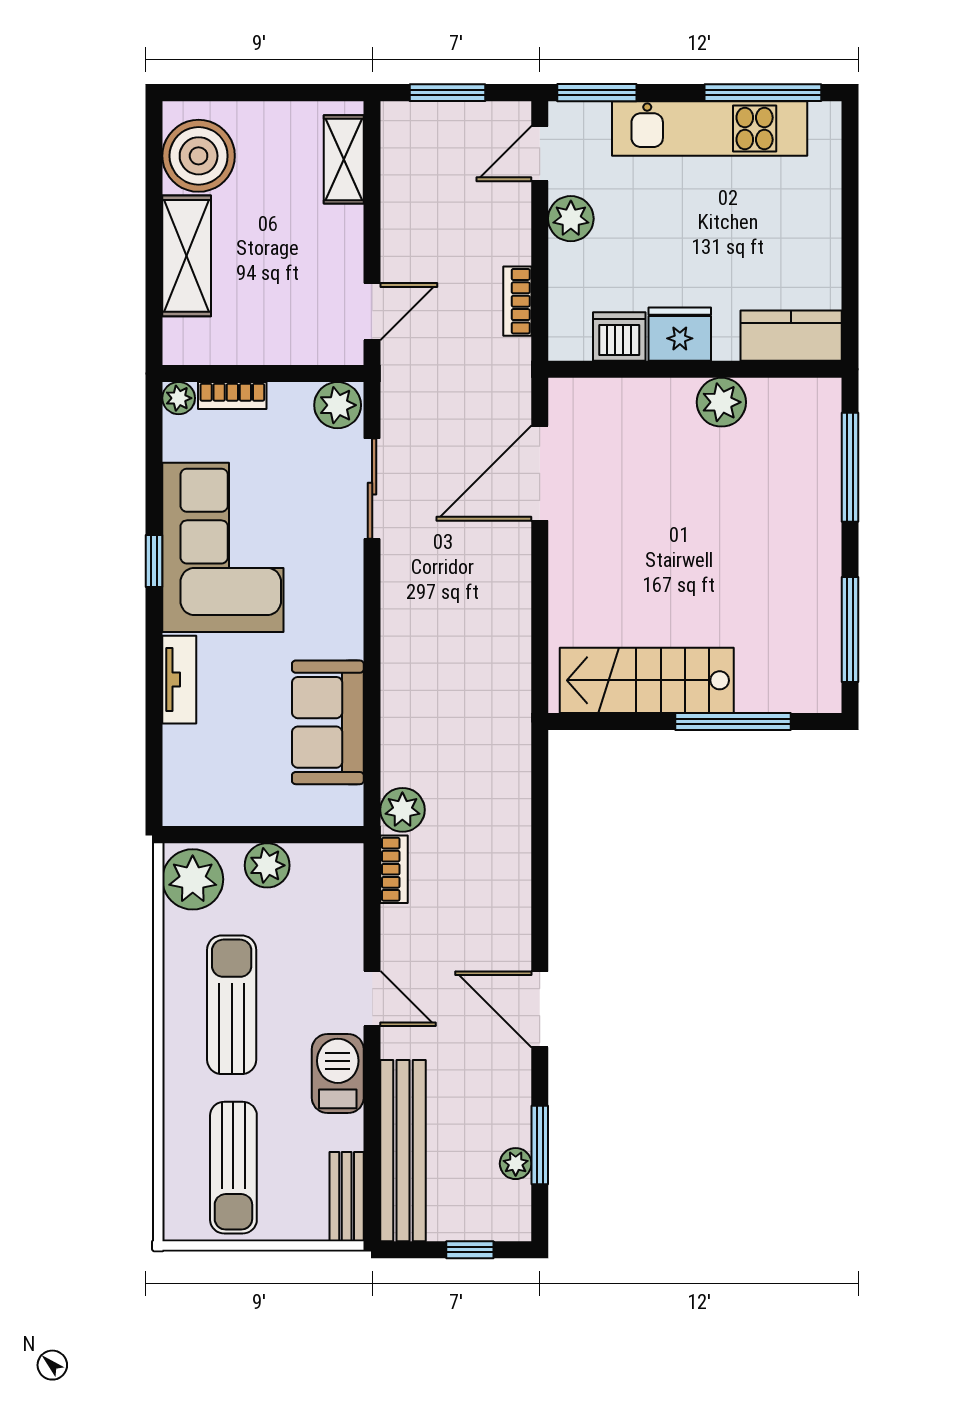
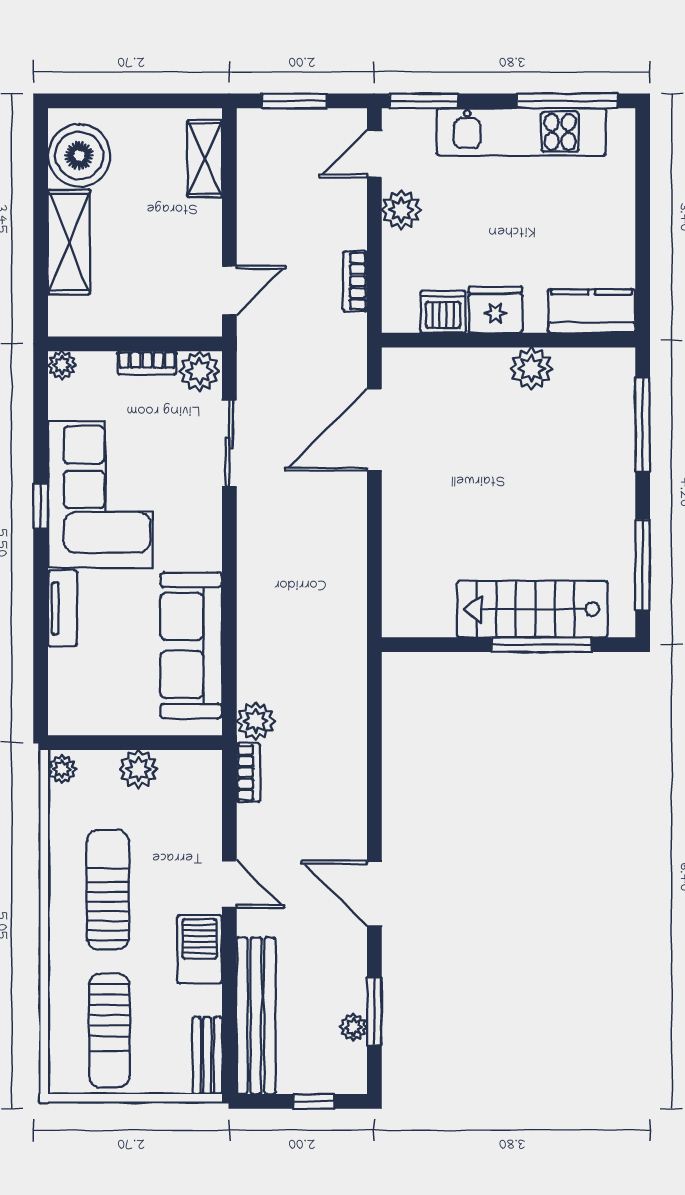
bookcase: (232, 396) -> (147, 363), moved
stairs: (647, 680) -> (532, 609), moved
sofa: (328, 722) -> (191, 645), width x1.36
plant: (193, 879) -> (62, 769), width x0.53, depth x0.53

